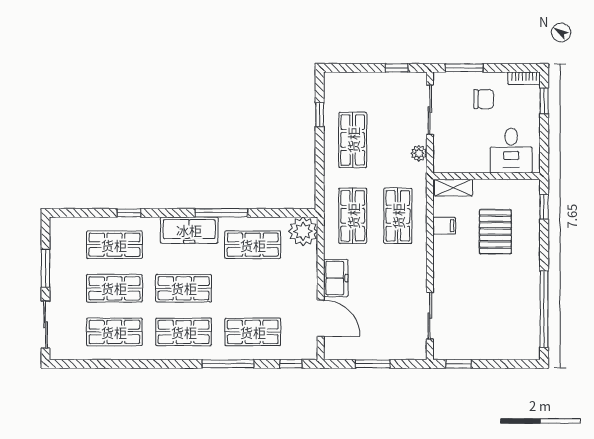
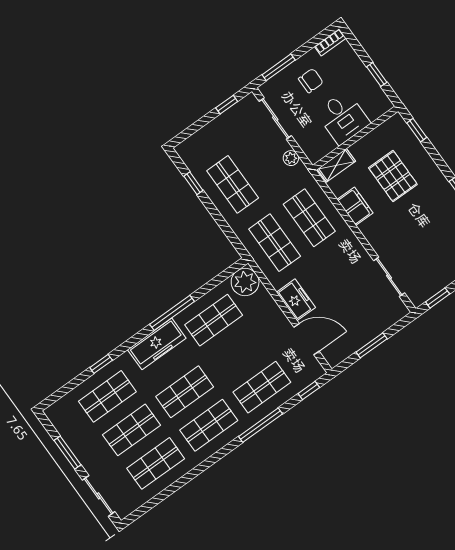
window: (544, 101) -> (377, 74), moved
desk: (511, 151) -> (343, 118), moved
filing cabinet: (444, 226) -> (355, 206), width x2.00

